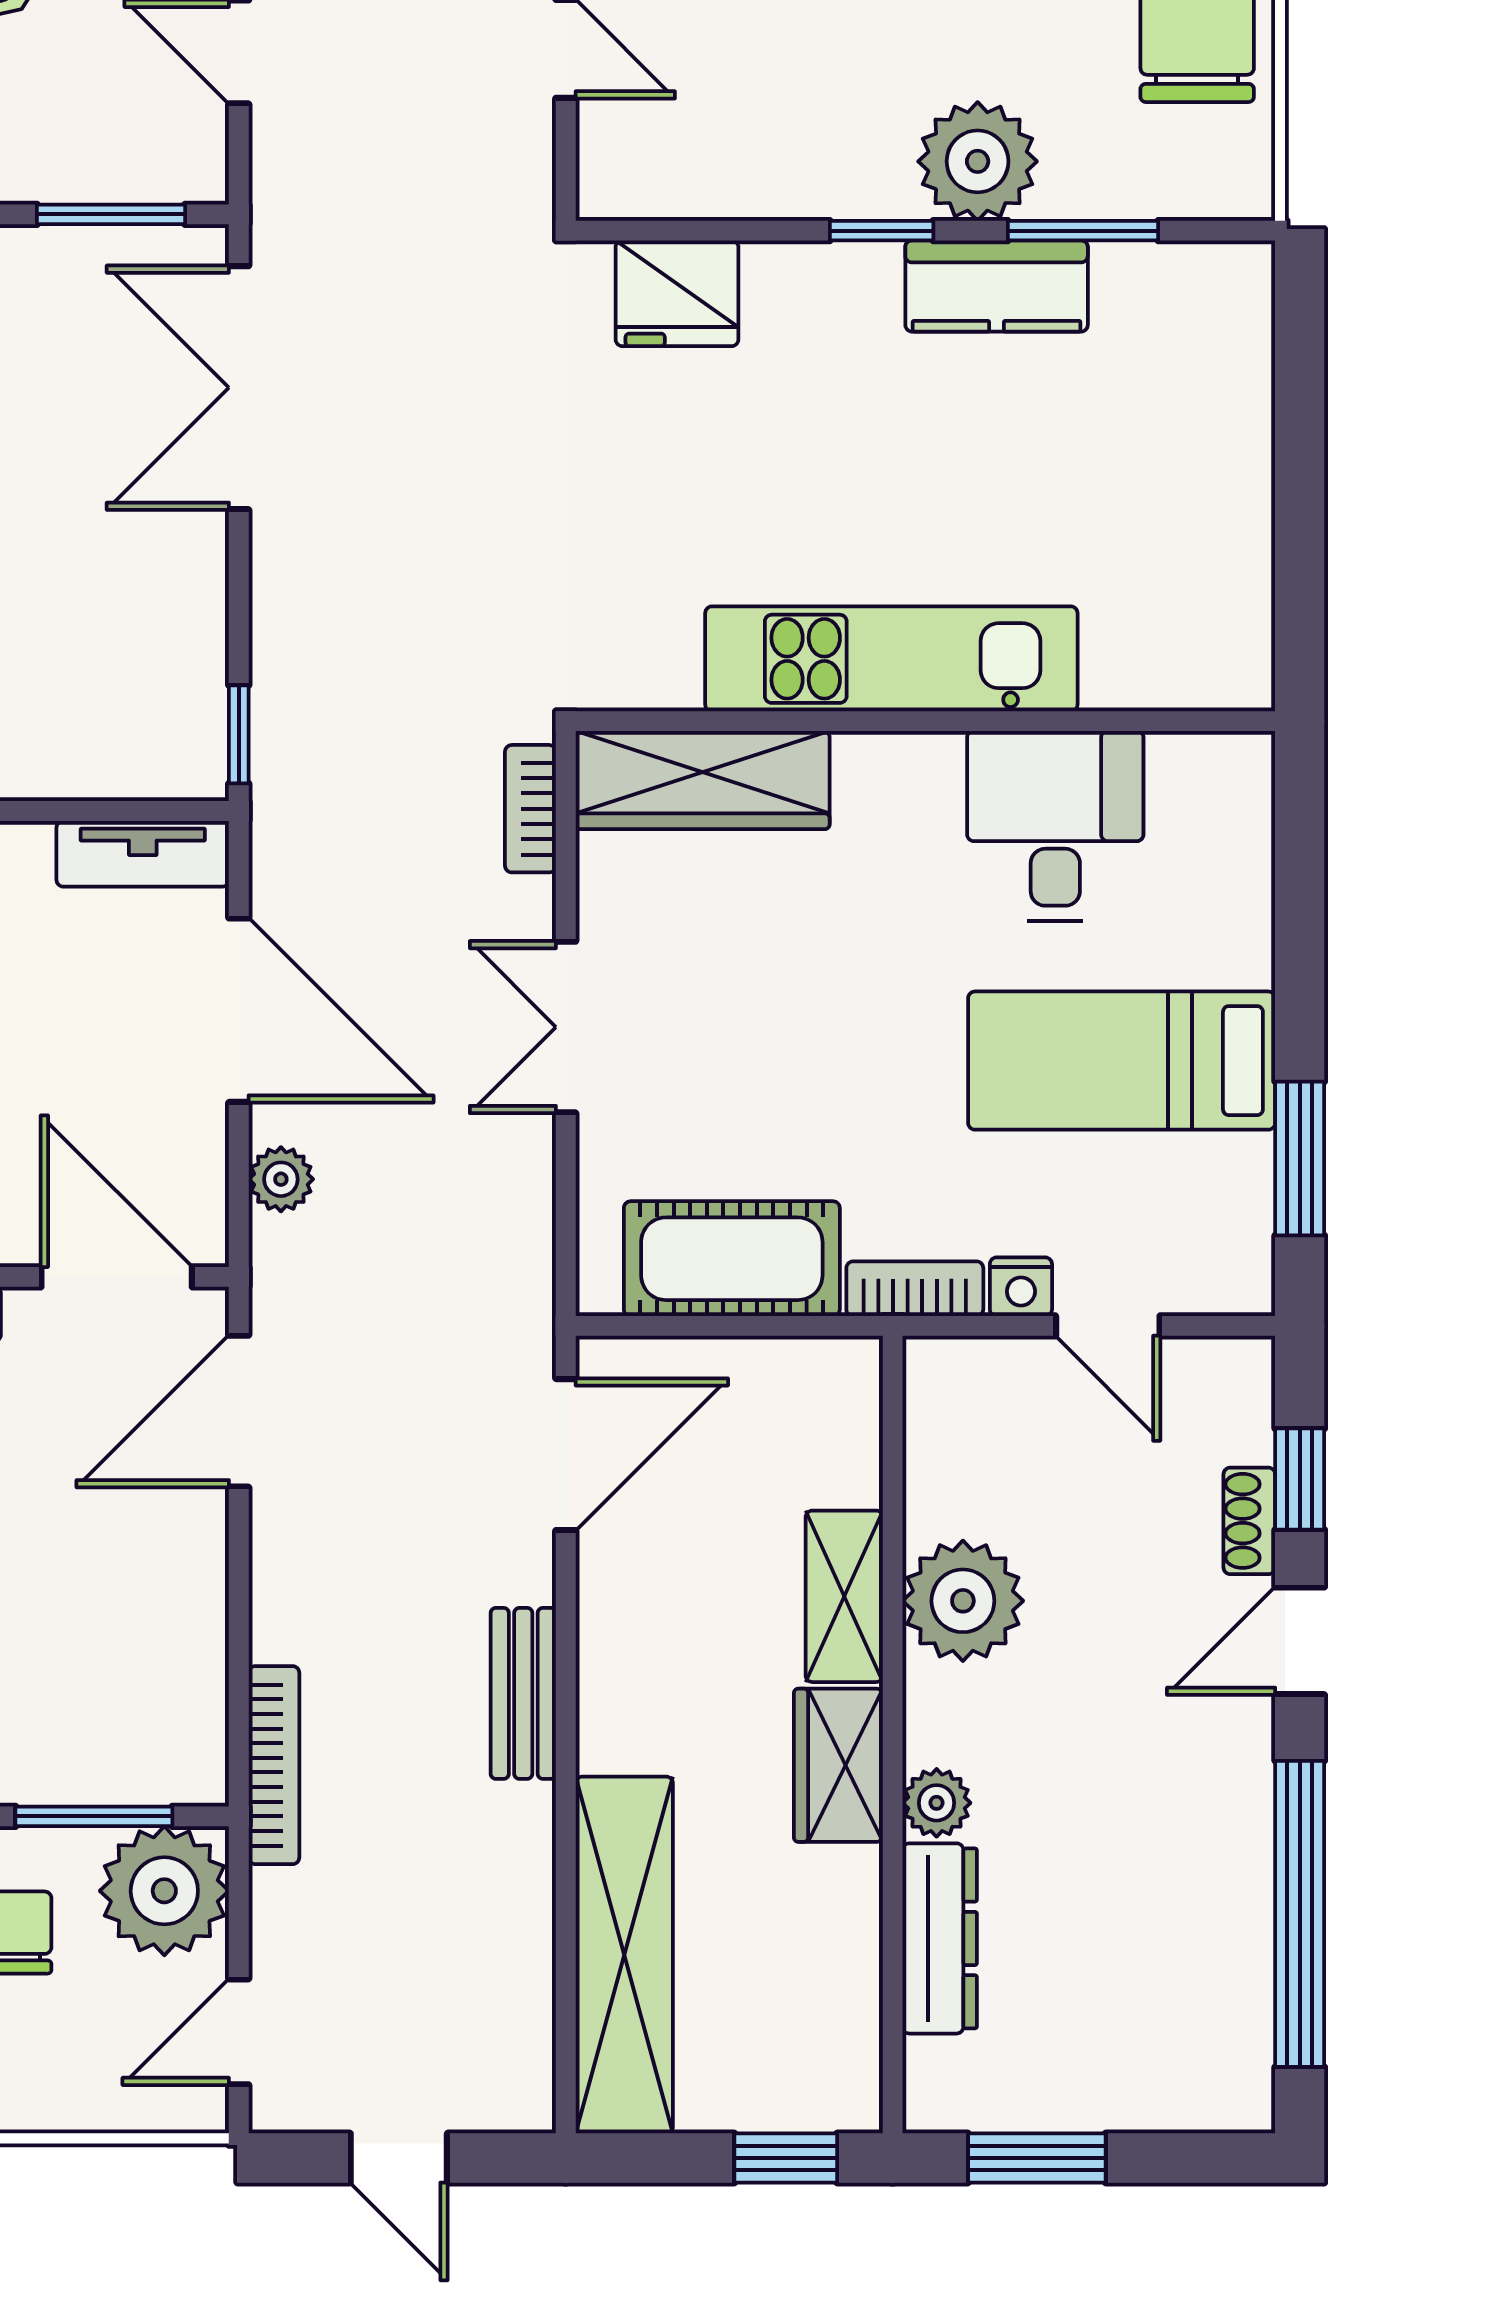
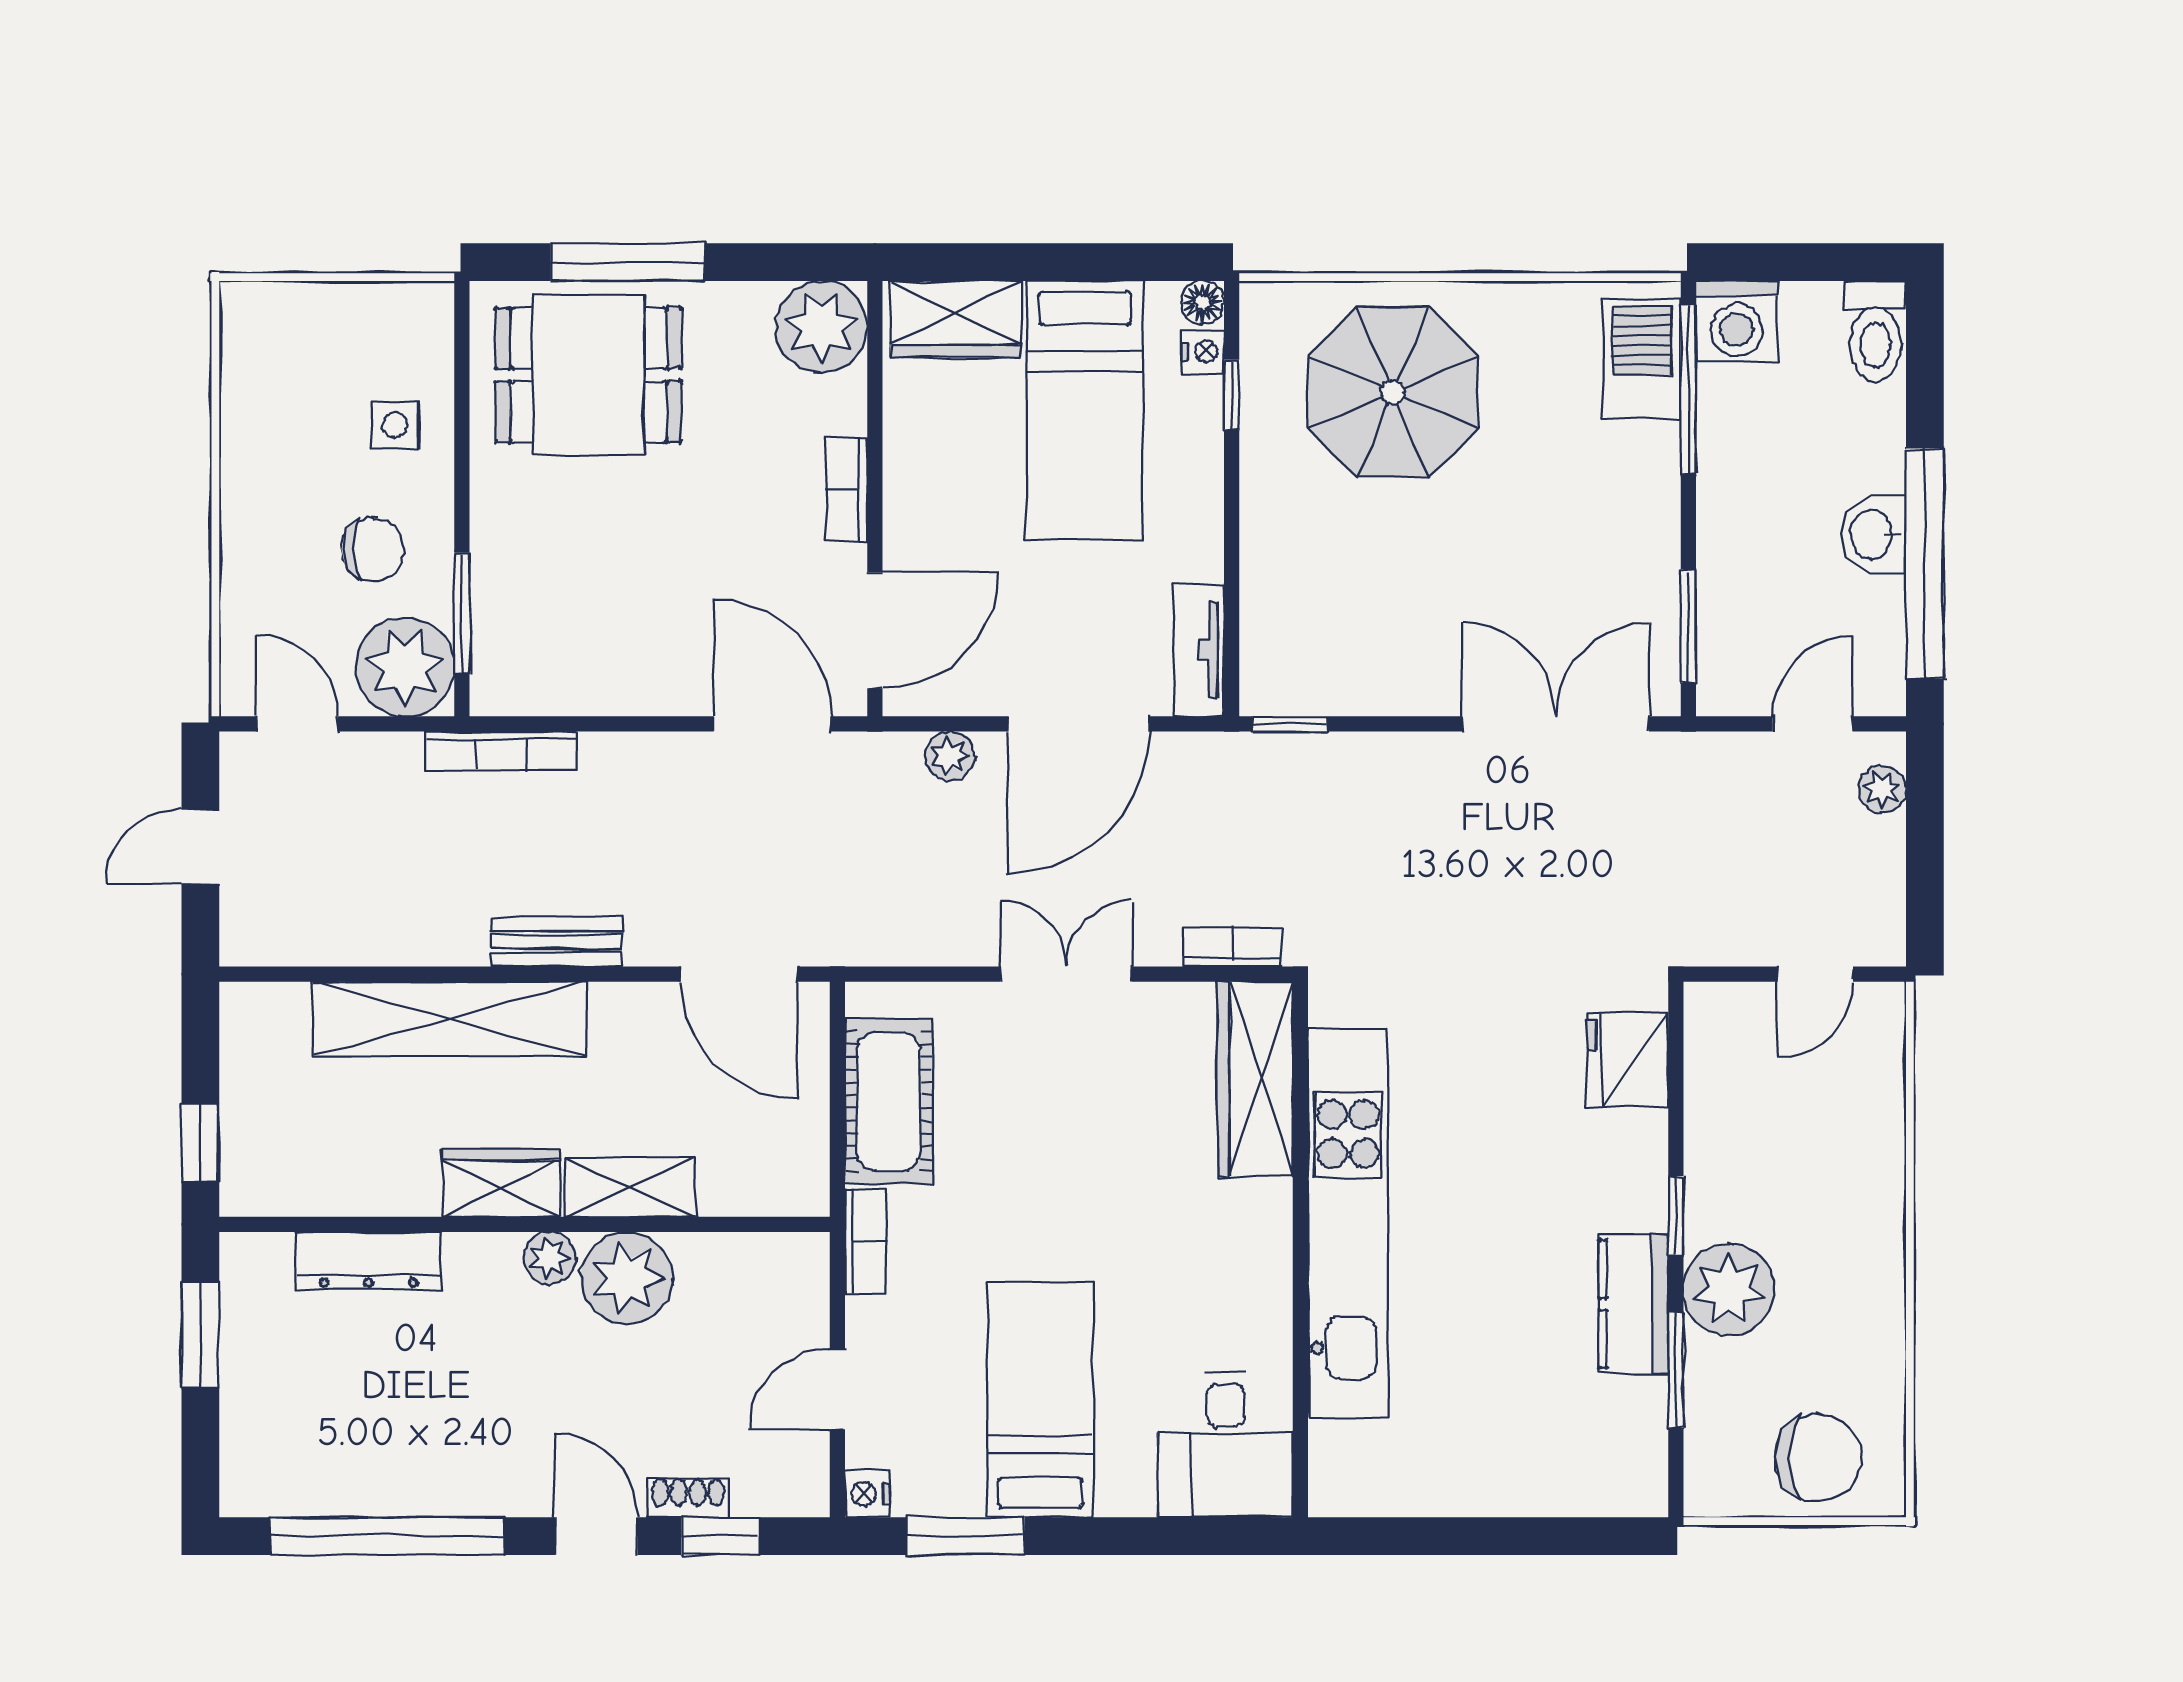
kitchen unit: (891, 659) -> (1348, 1223), width x1.36
desk: (1055, 826) -> (1225, 1445), moved, turned 90
nightstand: (1021, 1287) -> (867, 1494), moved
plant: (937, 1803) -> (550, 1258), moved
shelving: (624, 1955) -> (449, 1019), moved

